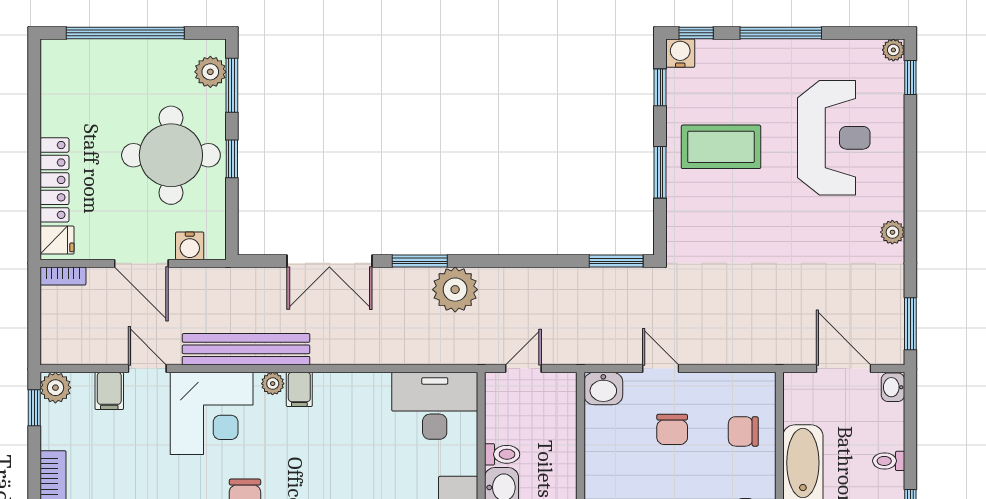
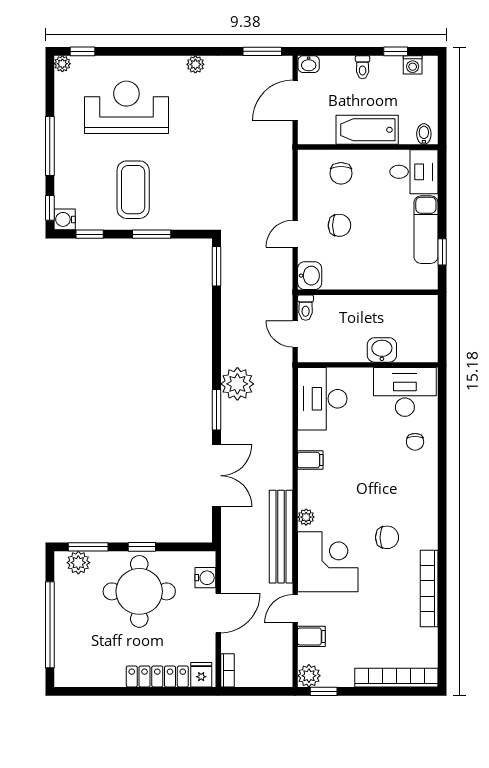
filing cabinet: (299, 389) -> (310, 460), moved
toilet: (502, 454) -> (306, 308), moved, turned 180

